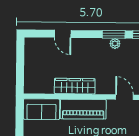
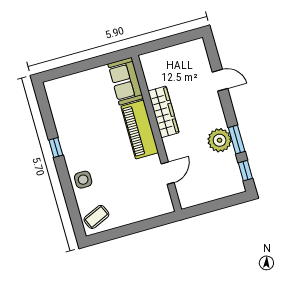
door: (63, 34) -> (220, 80), swing flipped
plant: (115, 44) -> (220, 140), width x1.88, depth x1.88

